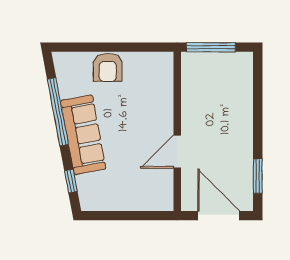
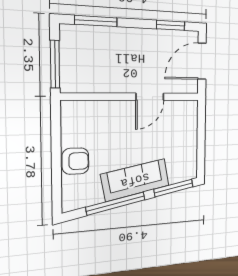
window: (258, 91) -> (96, 21), added
door: (177, 152) -> (150, 97), hinge flipped
window: (71, 181) -> (173, 188), width x2.17

